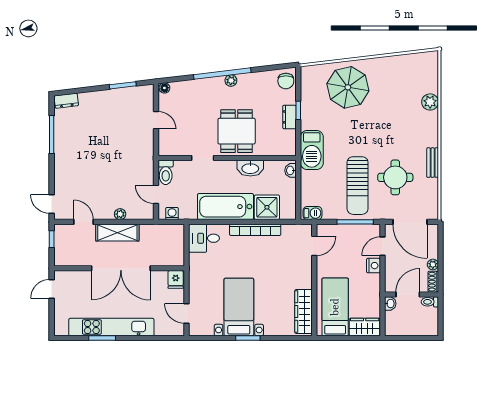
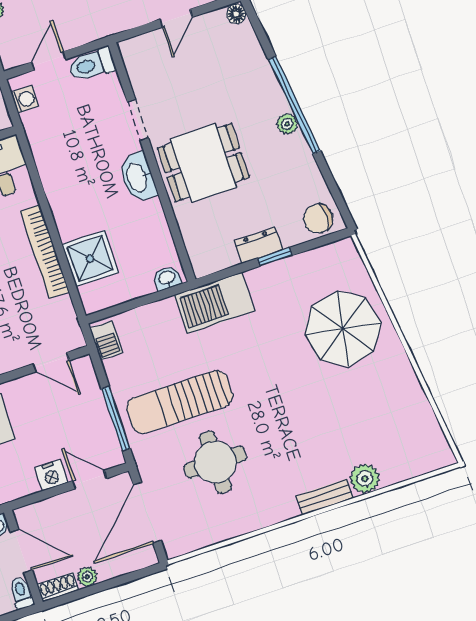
bench: (433, 163) -> (325, 497), moved
washbasin: (250, 168) -> (138, 177), moved
bathtub: (225, 207) -> (67, 187), removed

